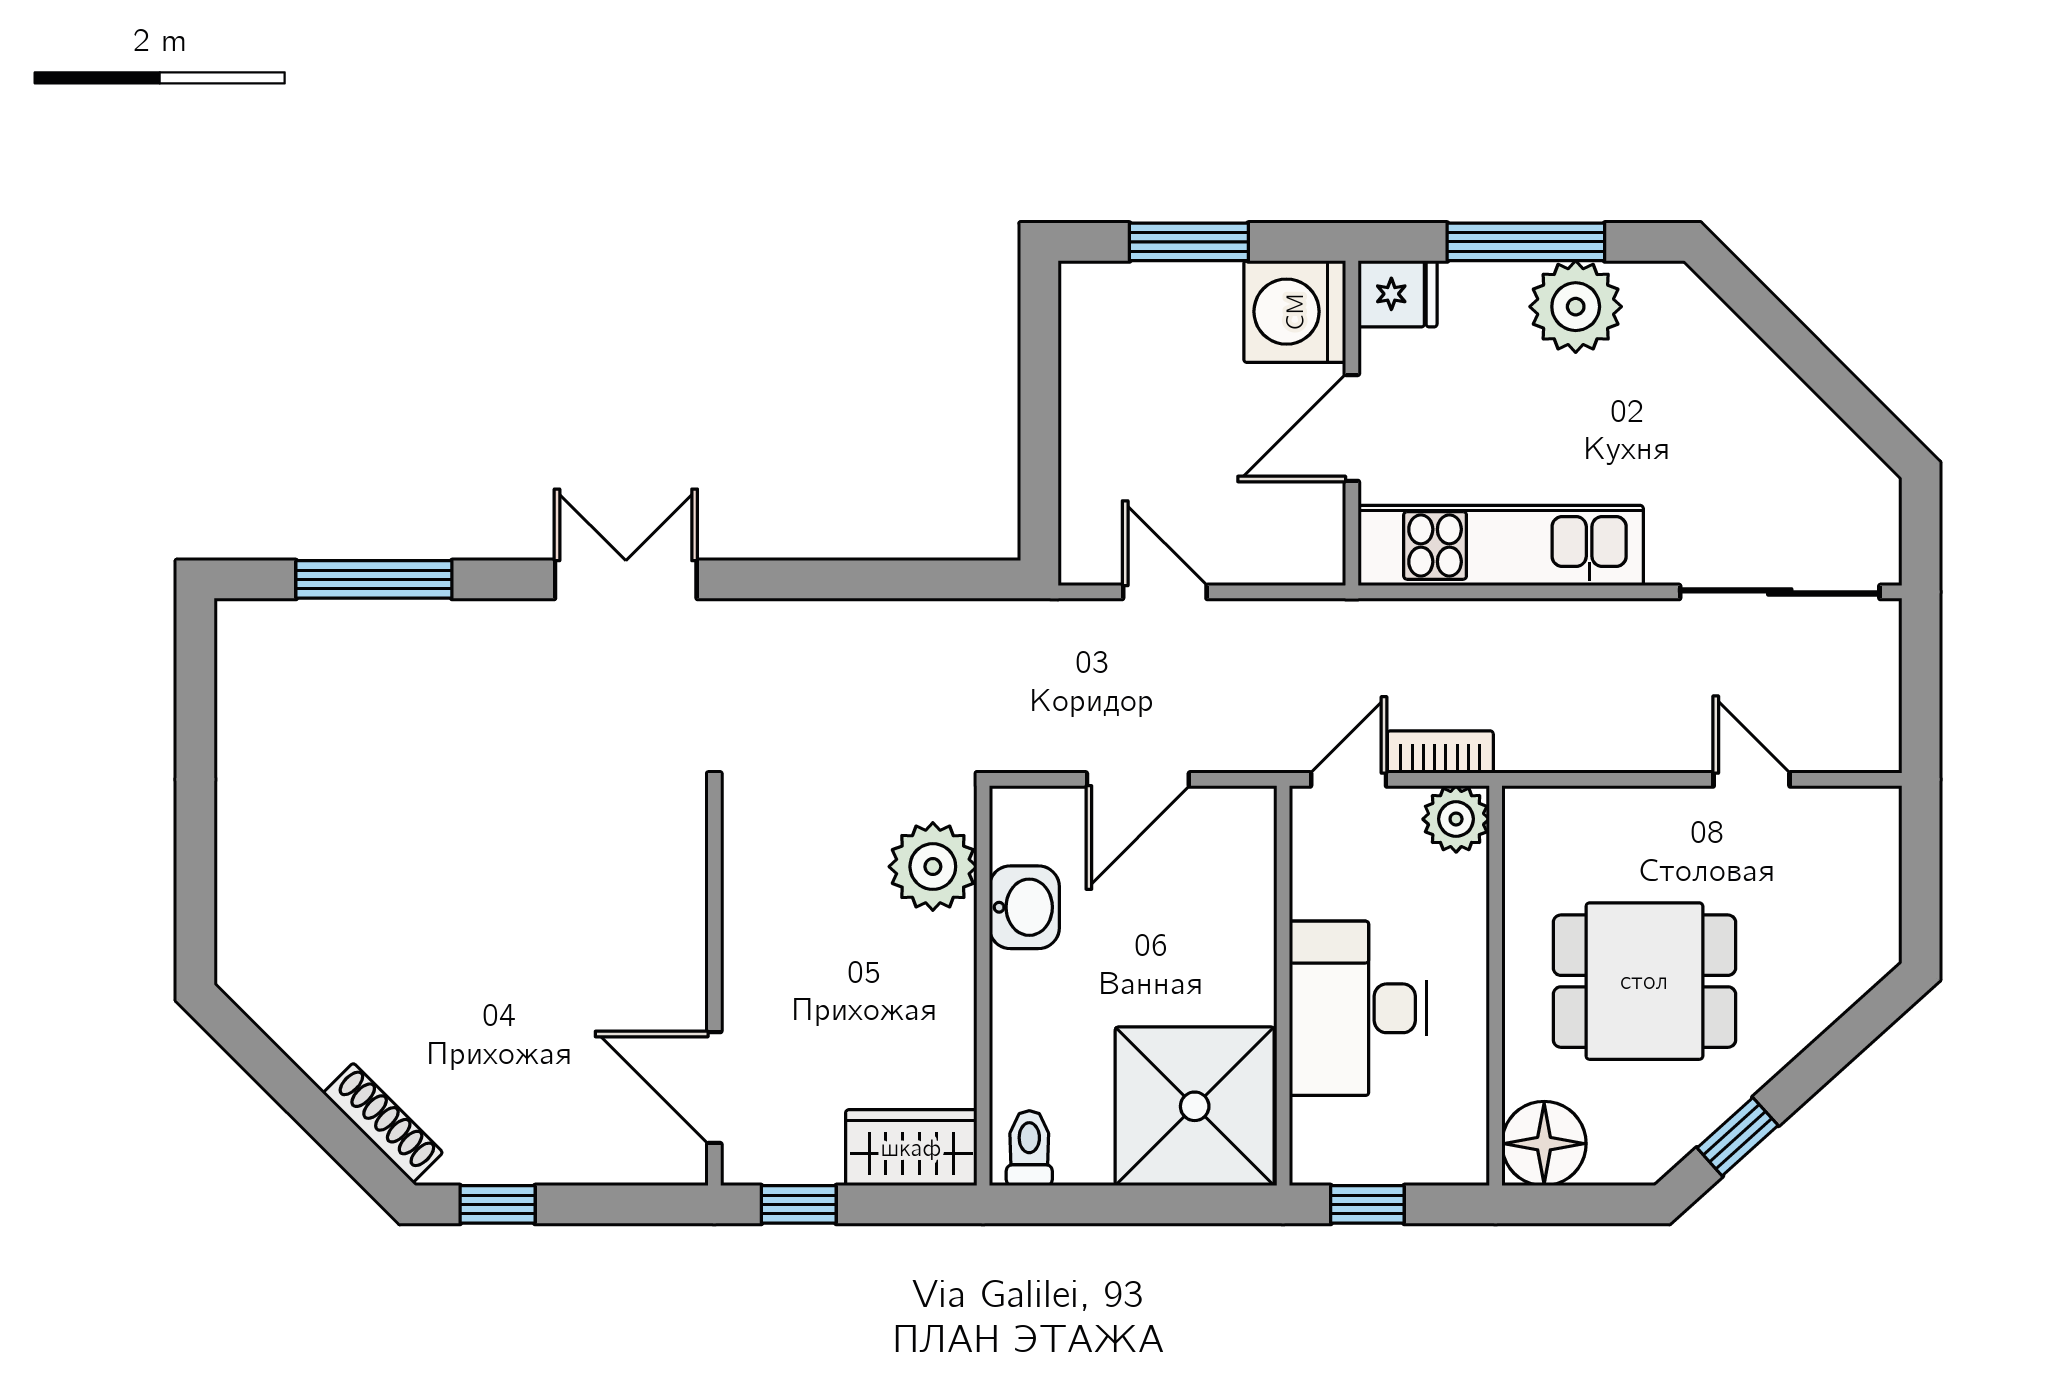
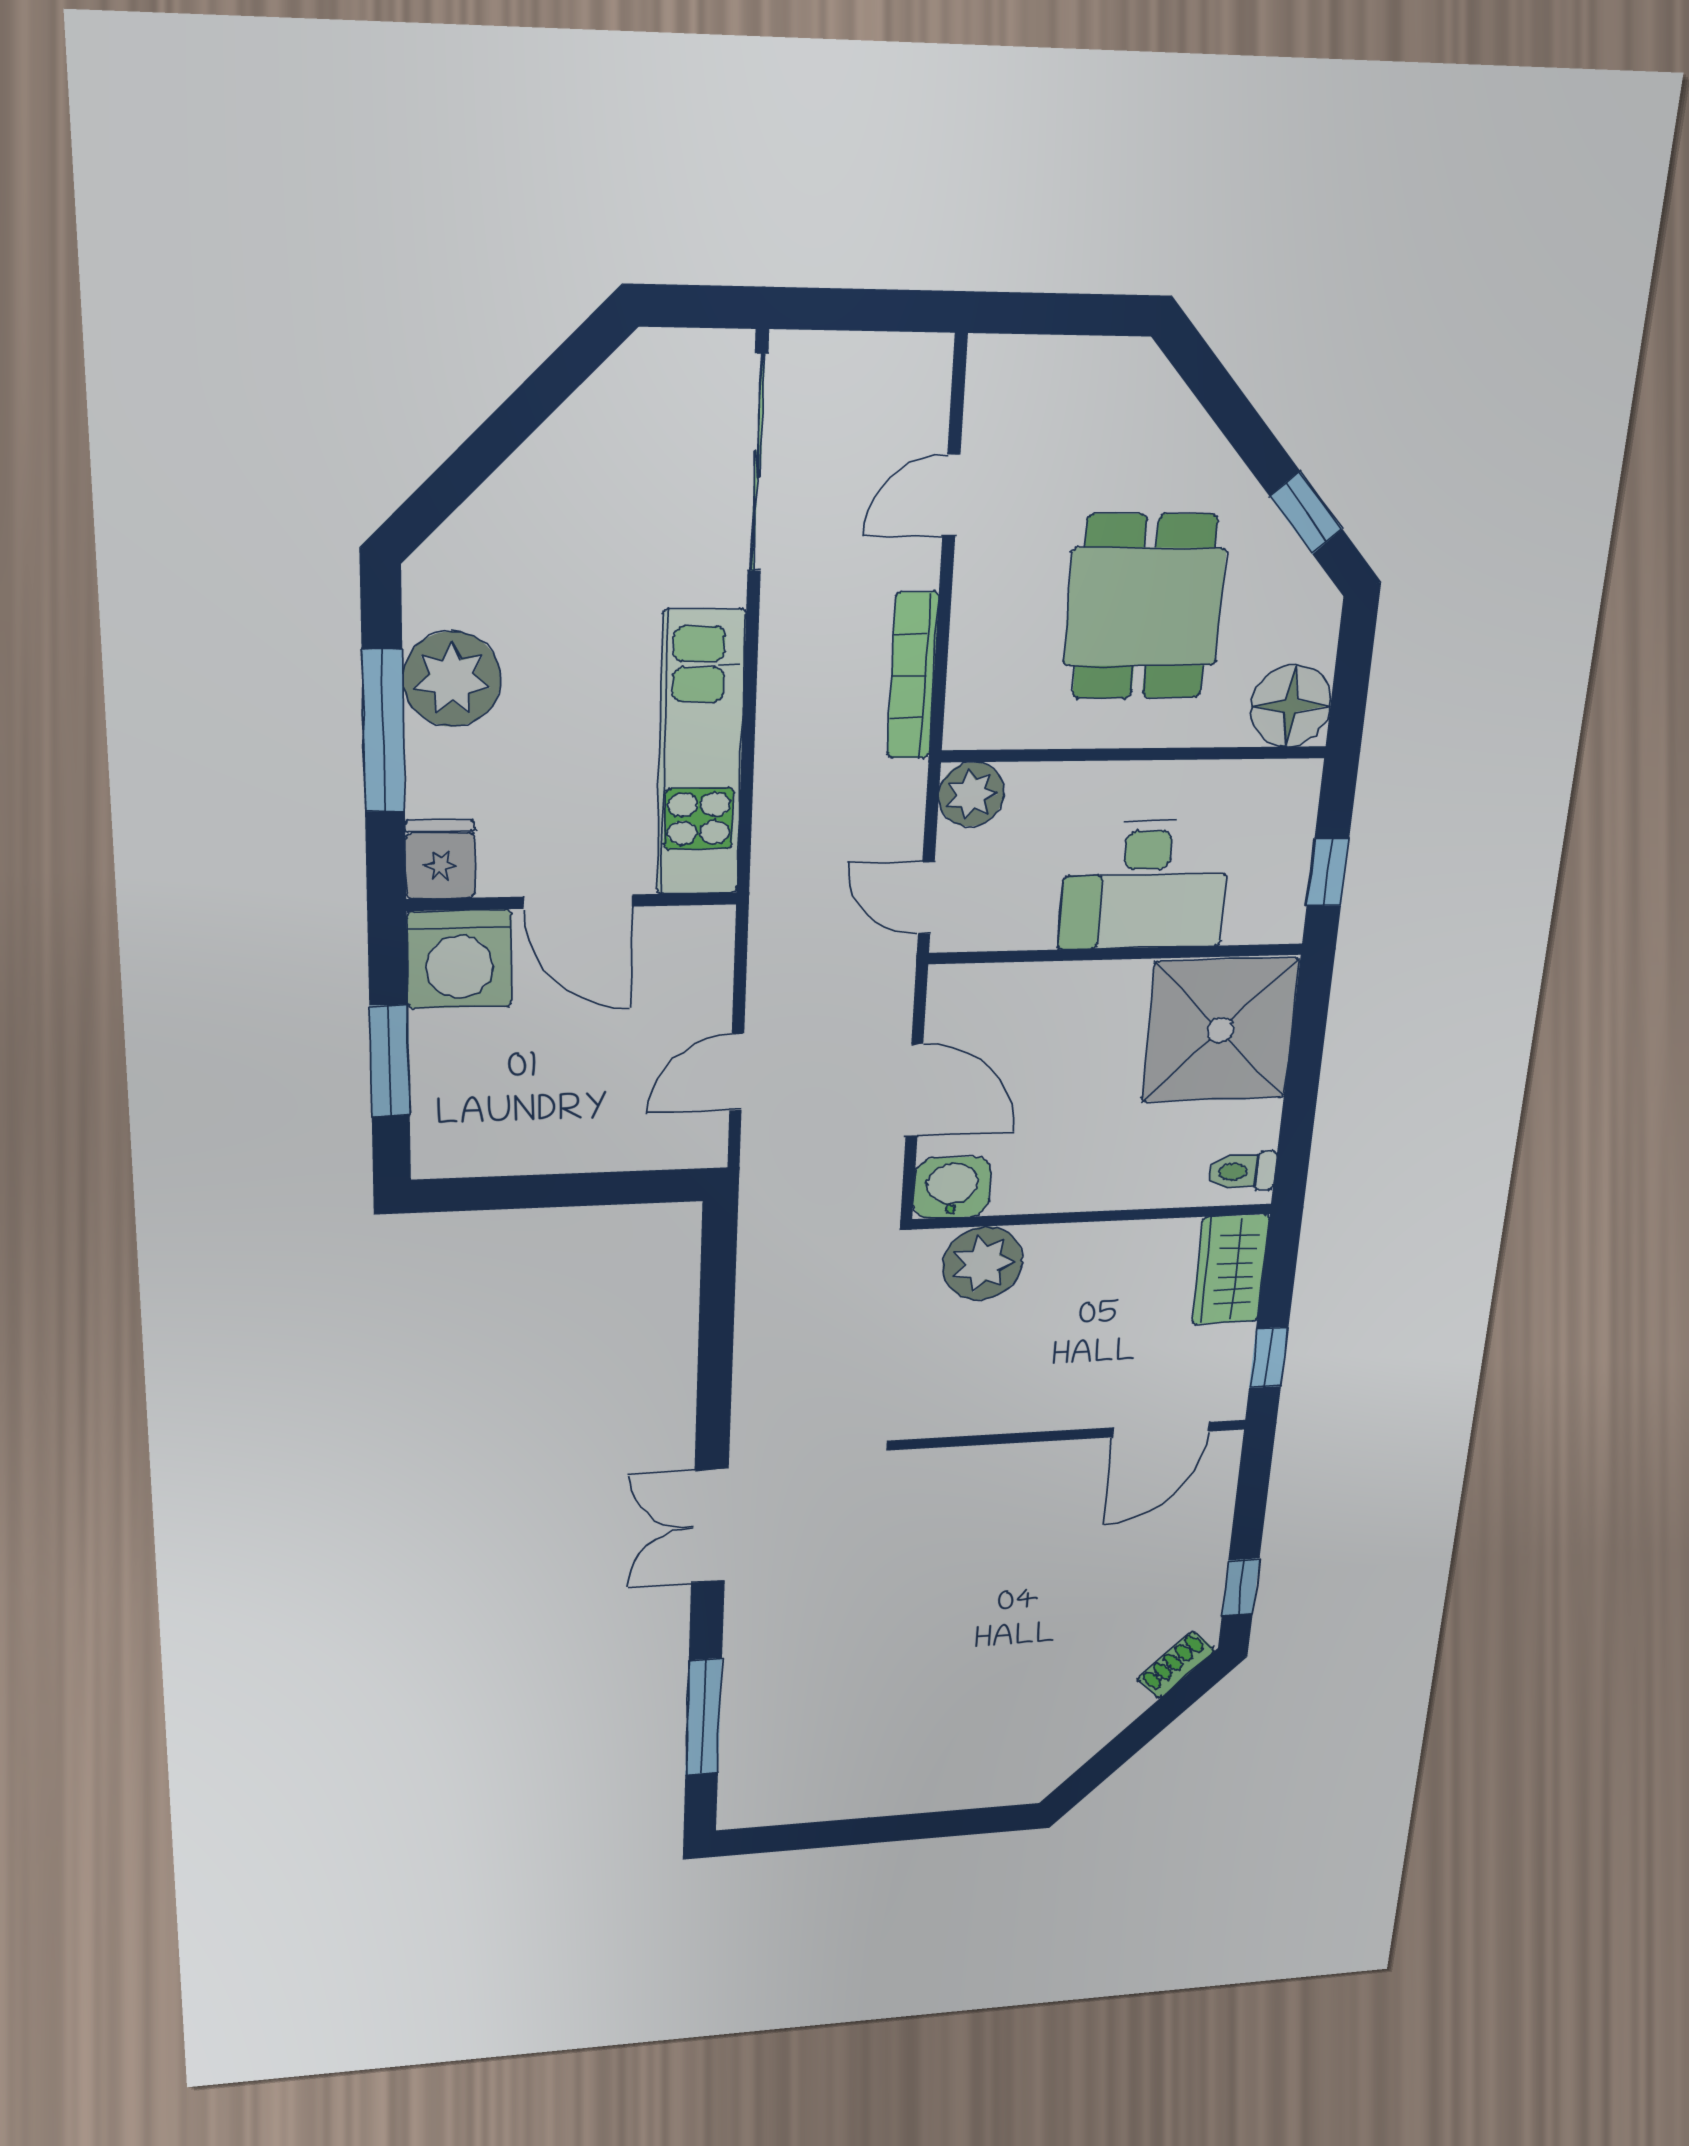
bookcase: (1440, 752) -> (913, 676), moved, width x1.56
washbasin: (1024, 907) -> (952, 1188), moved
shoe rack: (383, 1123) -> (1176, 1665), width x0.70

